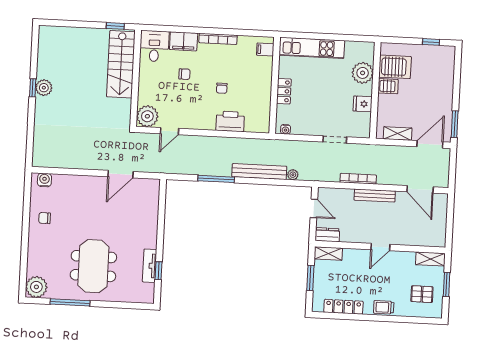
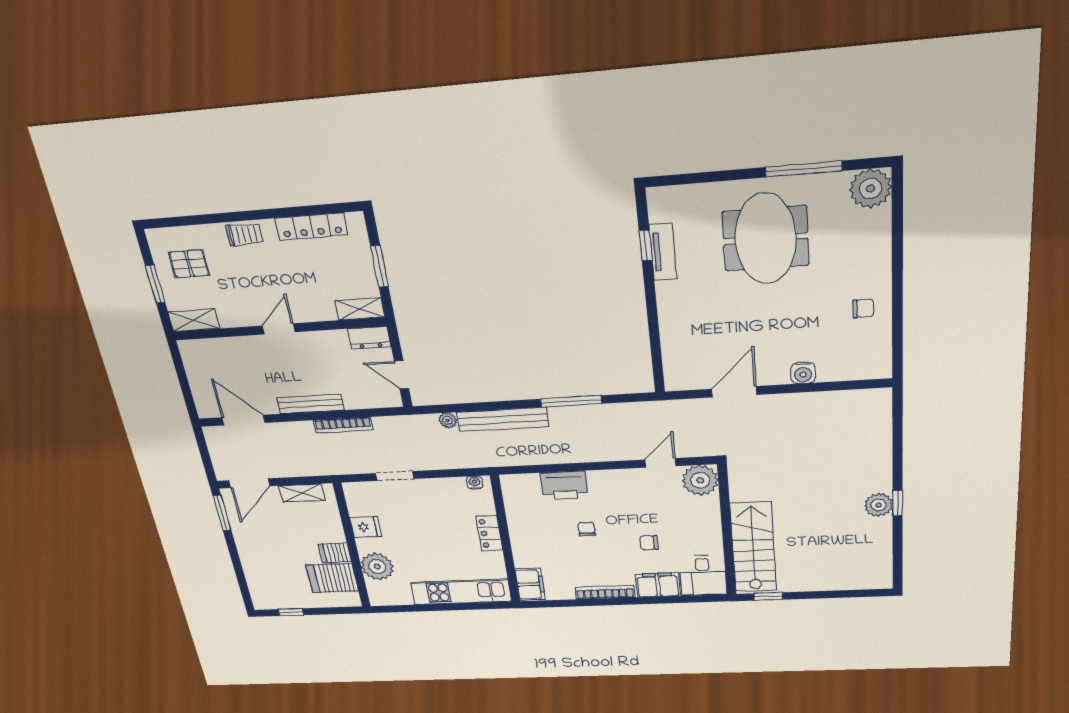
filing cabinet: (265, 49) -> (530, 584), width x2.00
water cooler: (44, 180) -> (803, 373), moved

